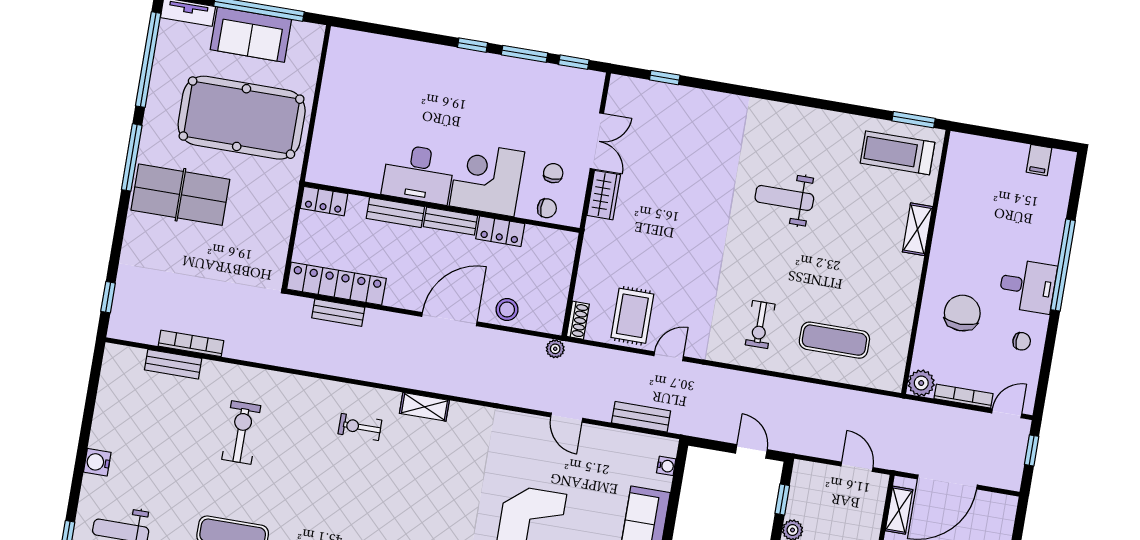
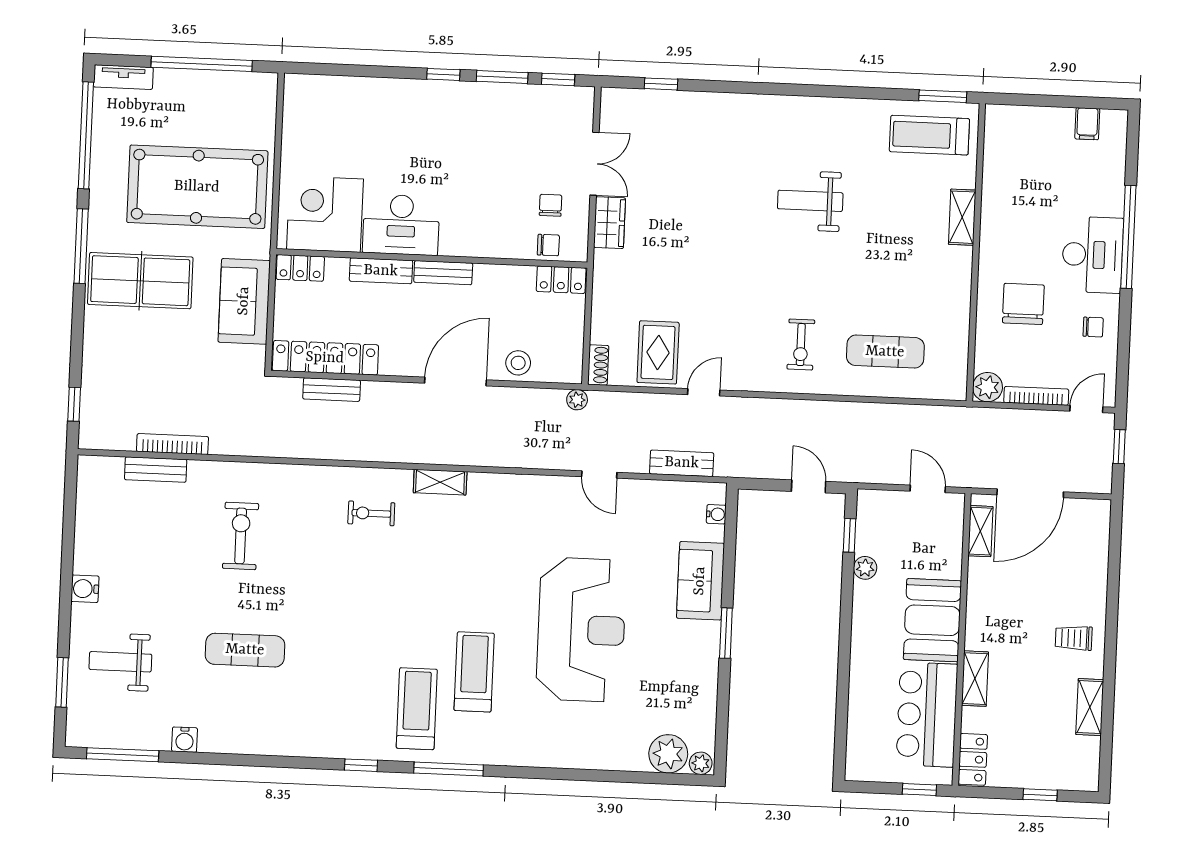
sofa: (251, 35) -> (244, 301), moved, turned 90
corner desk: (487, 179) -> (325, 214), moved
locker: (500, 231) -> (561, 280), moved
desk: (1028, 286) -> (1092, 255), width x1.37

